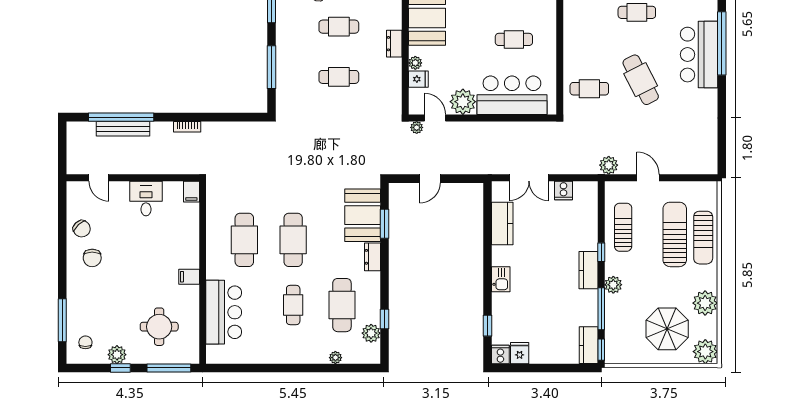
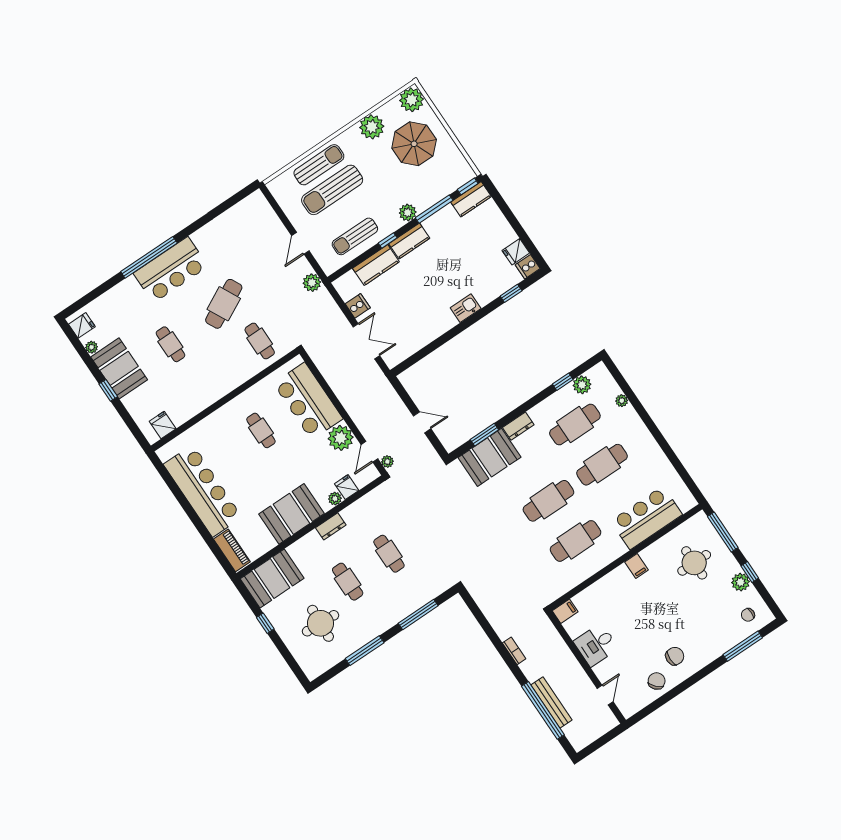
kitchen counter: (502, 223) -> (376, 265), moved, turned 180
cafe table: (293, 305) -> (602, 465), width x1.37, depth x1.35

